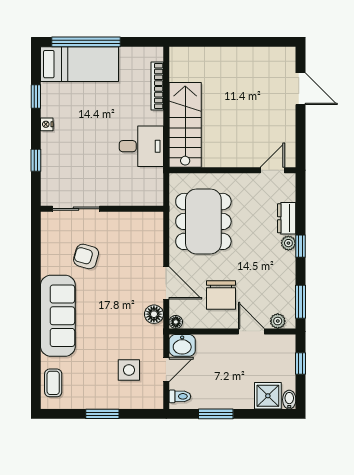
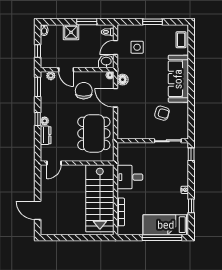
stairs: (185, 125) -> (100, 198), width x1.36, depth x1.51
window: (36, 160) -> (191, 154), moved
shower: (268, 396) -> (71, 32), moved

